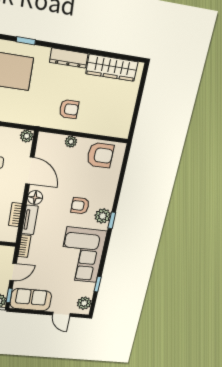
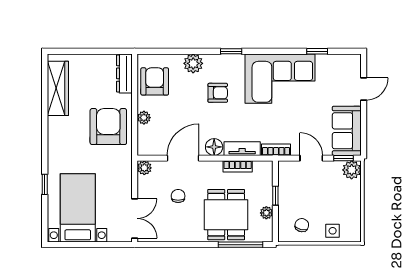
dresser: (69, 58) -> (124, 73), moved, turned 180
armchair: (69, 109) -> (108, 127), width x1.88, depth x1.88
armchair: (80, 206) -> (218, 93), turned -90
plant: (103, 216) -> (193, 63), moved
plant: (84, 303) -> (345, 63), removed

